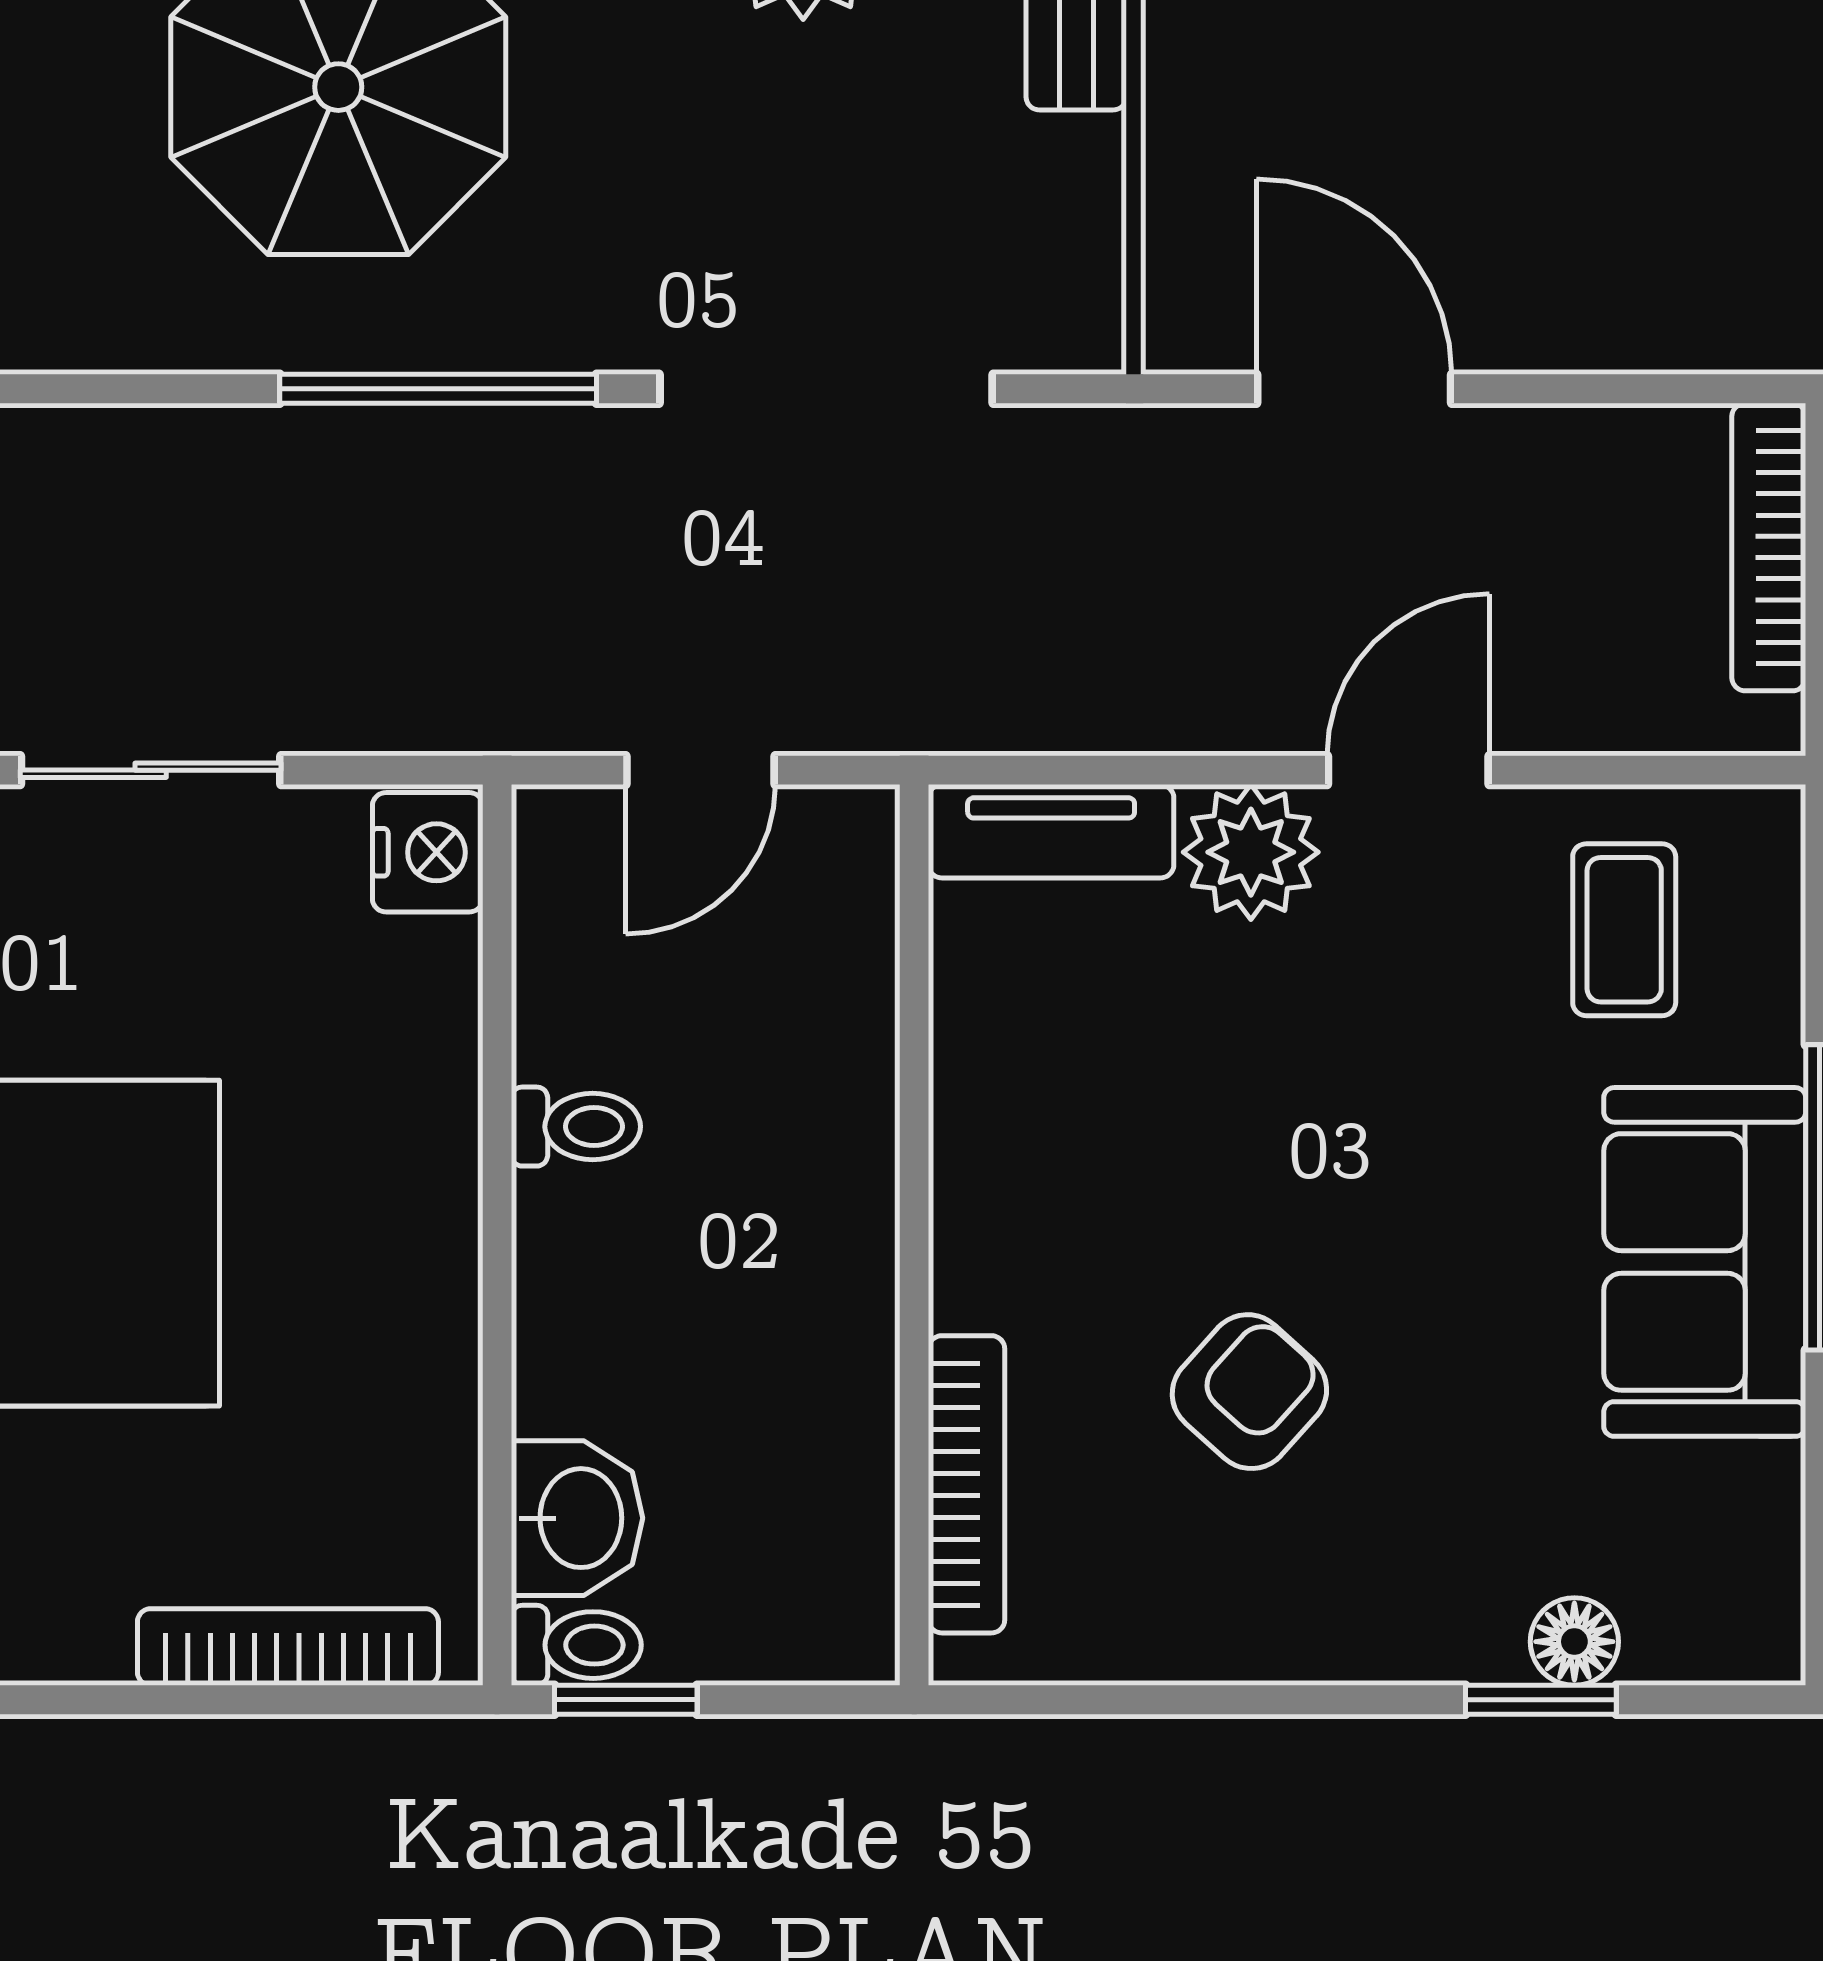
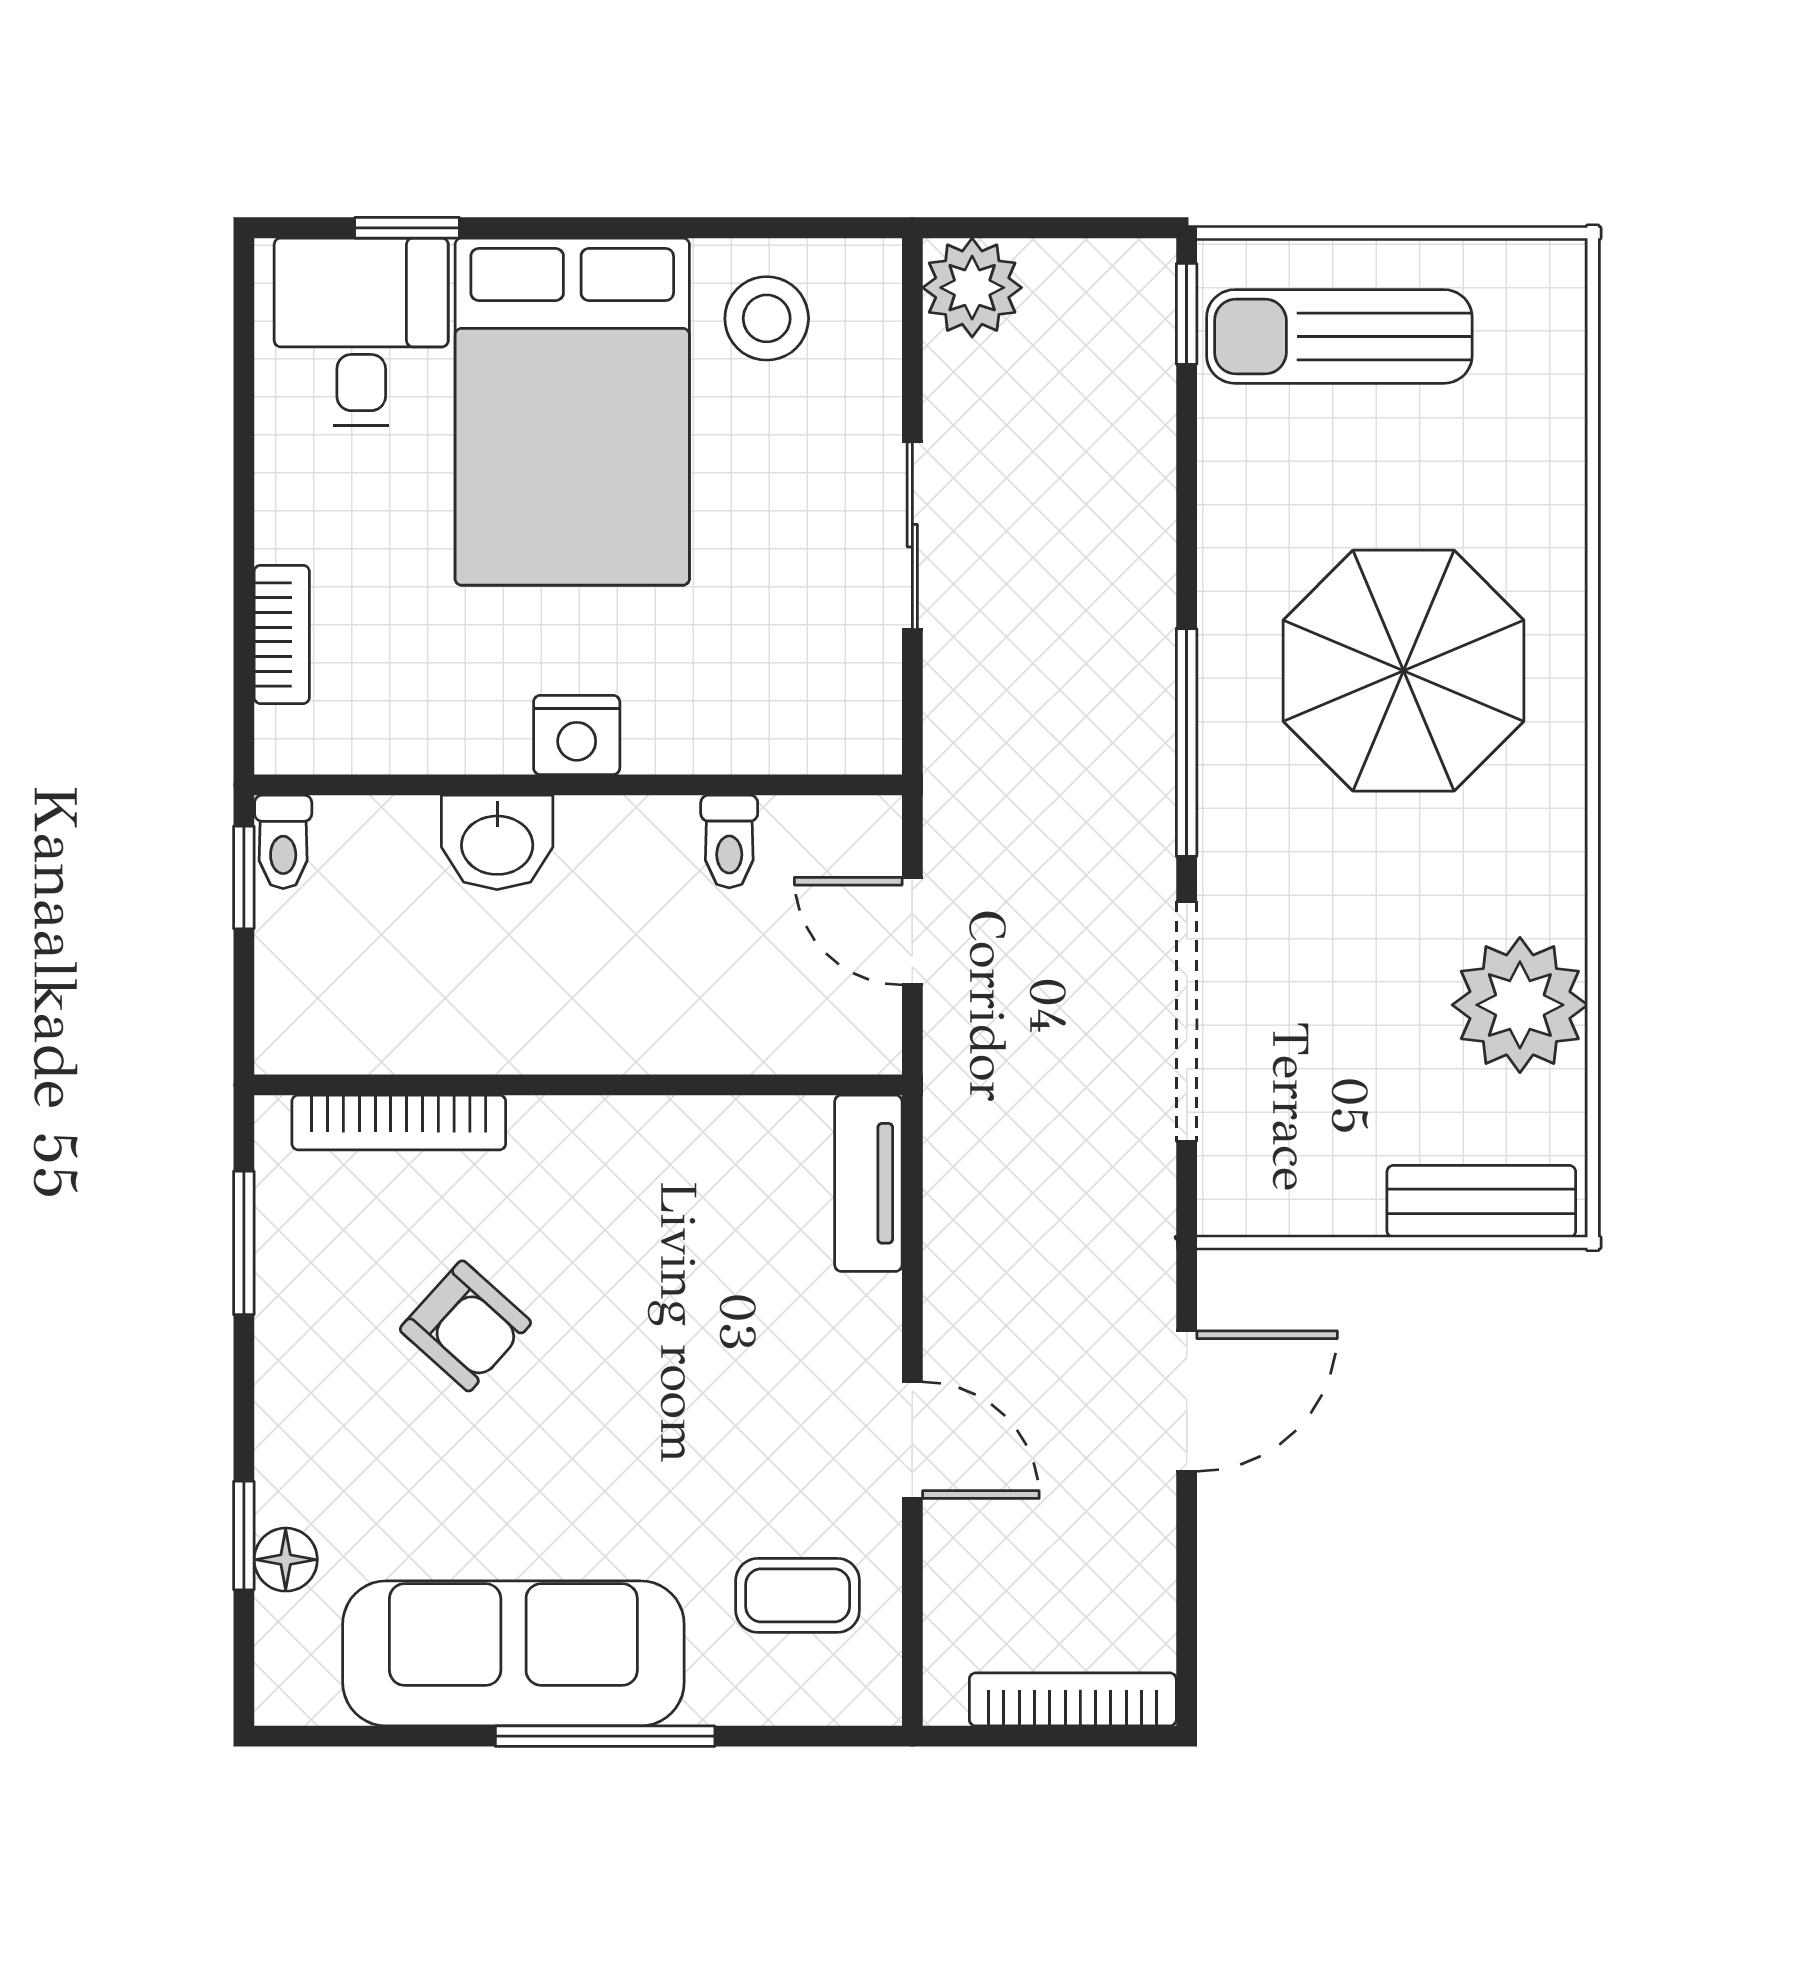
nightstand: (428, 852) -> (577, 735), moved
plant: (1251, 852) -> (853, 1327), removed
toilet: (576, 1127) -> (729, 842), moved
sofa: (1705, 1262) -> (513, 1653), width x1.36
washbasin: (577, 1518) -> (497, 842), moved
bookcase: (288, 1647) -> (282, 634), width x0.64
window: (1134, 1700) -> (244, 1243), added

